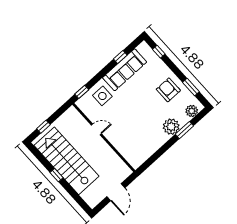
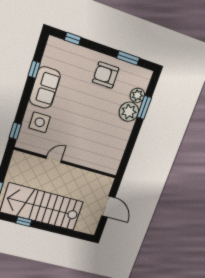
sofa: (125, 70) -> (45, 88), width x0.73
plant: (192, 111) -> (137, 95), moved
window: (56, 175) -> (24, 222), moved

